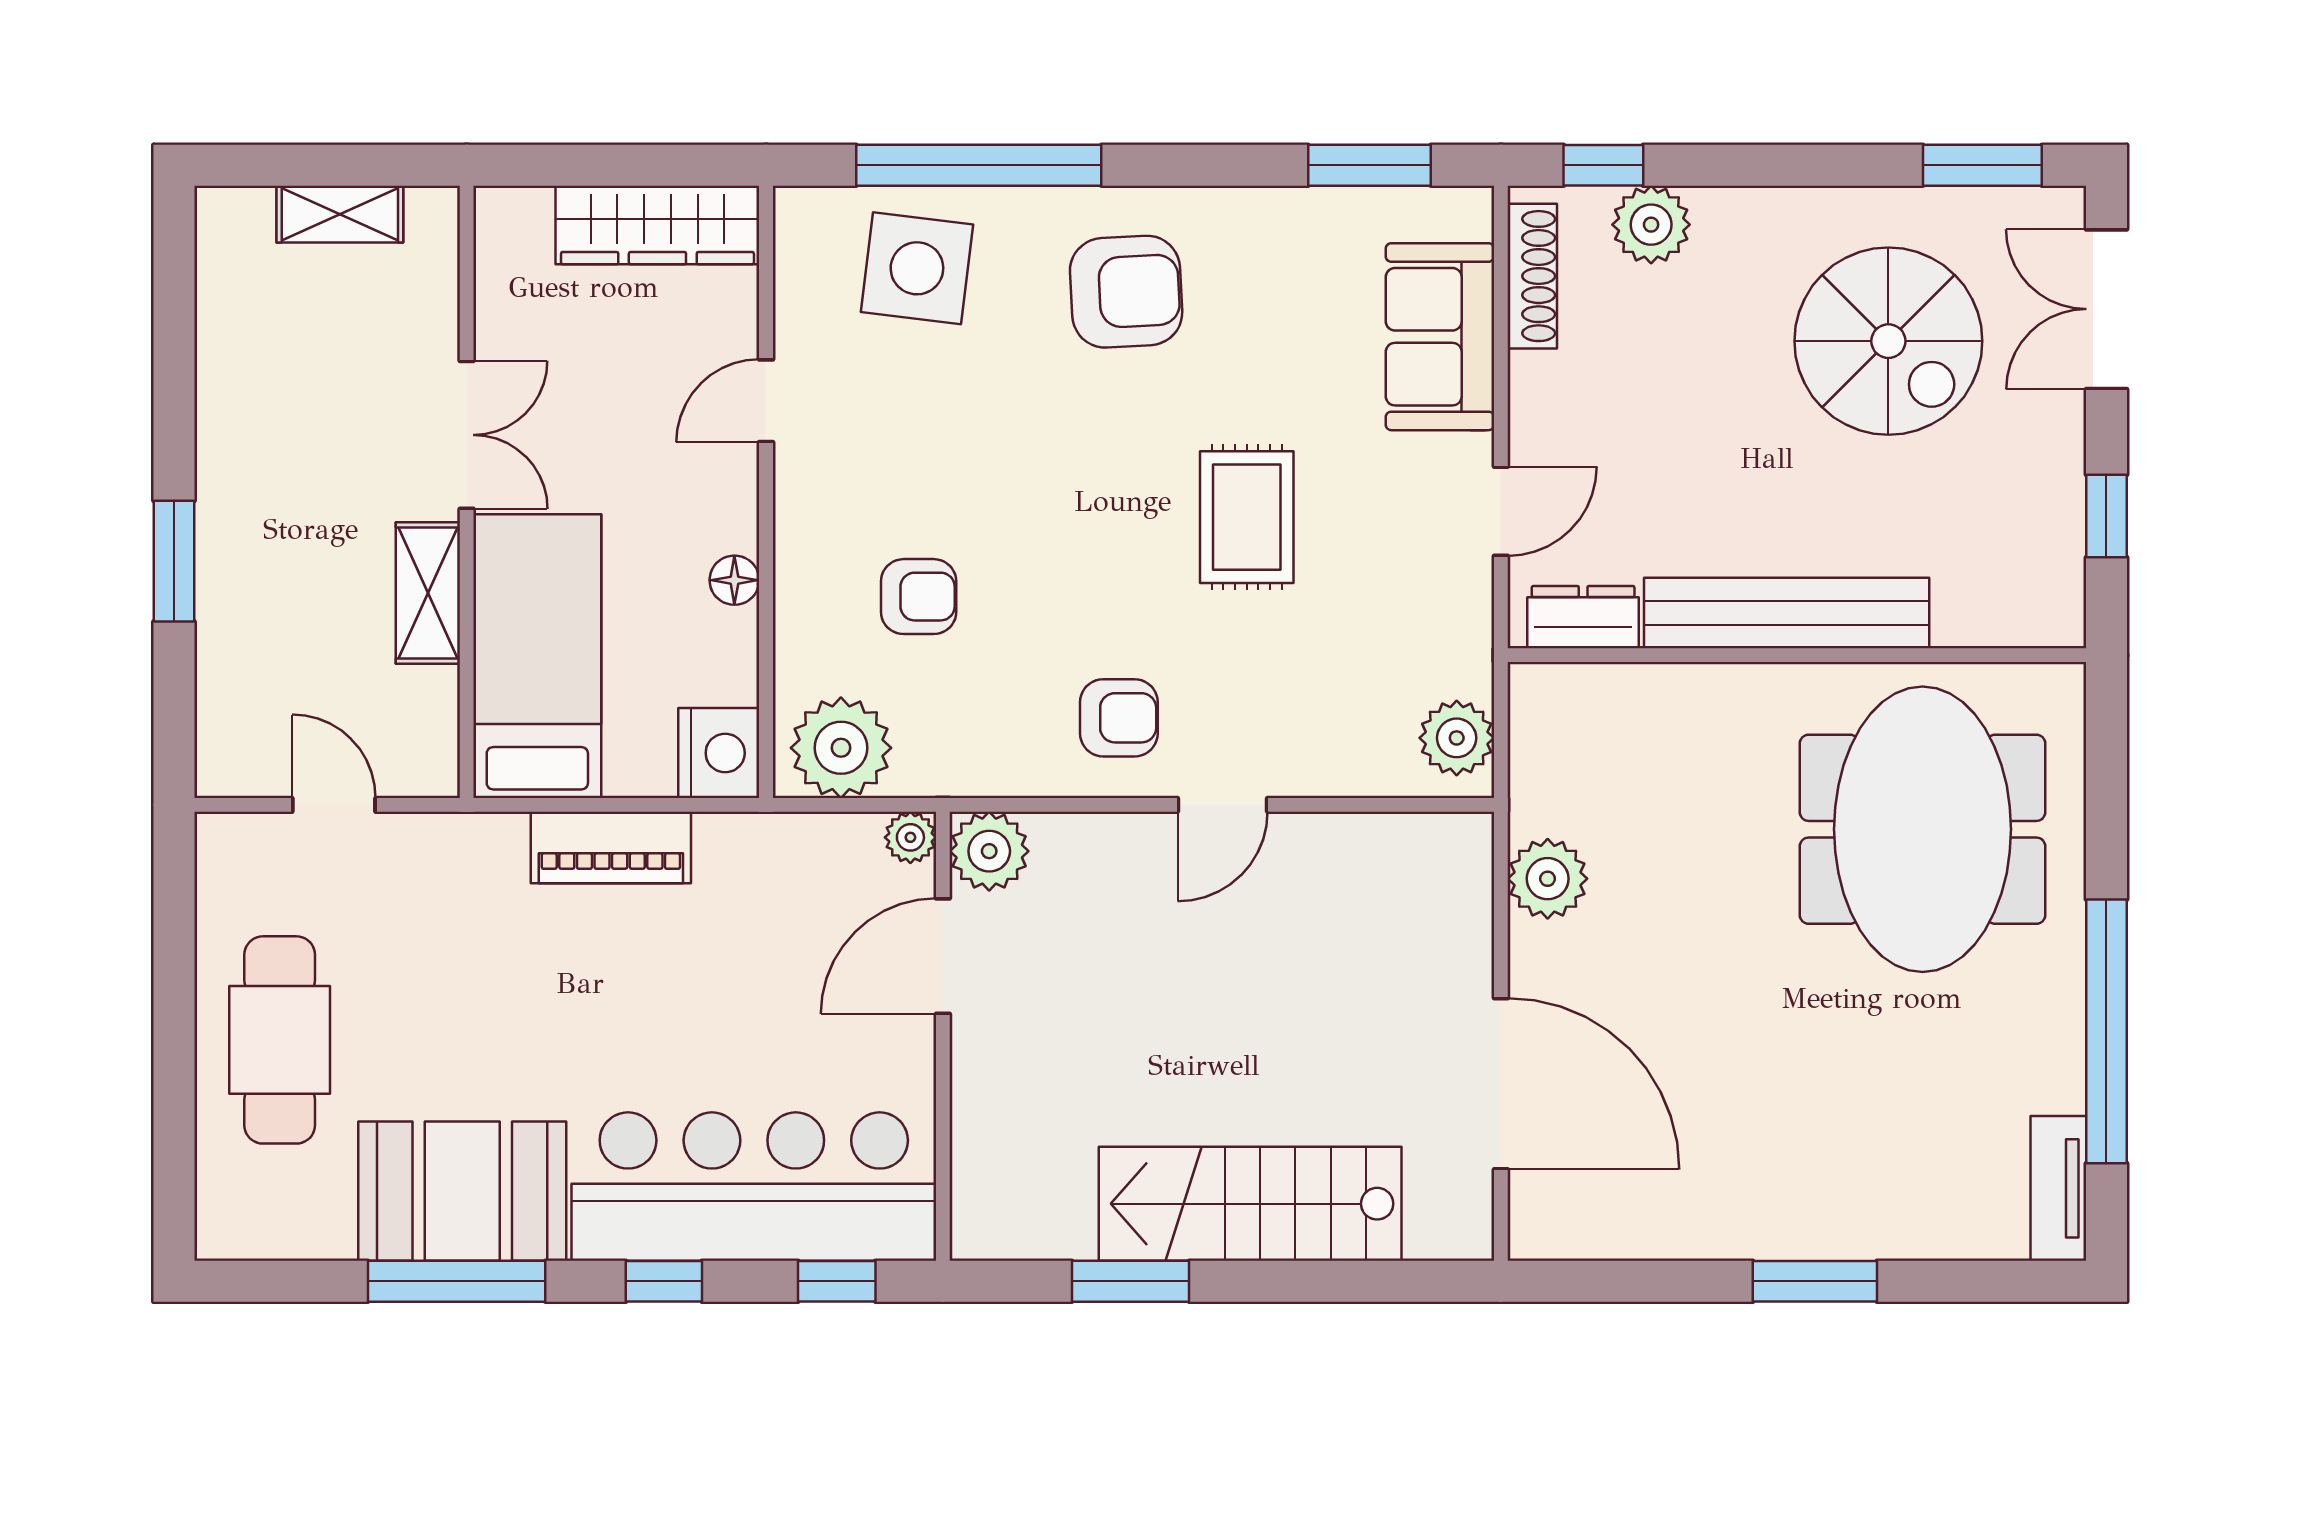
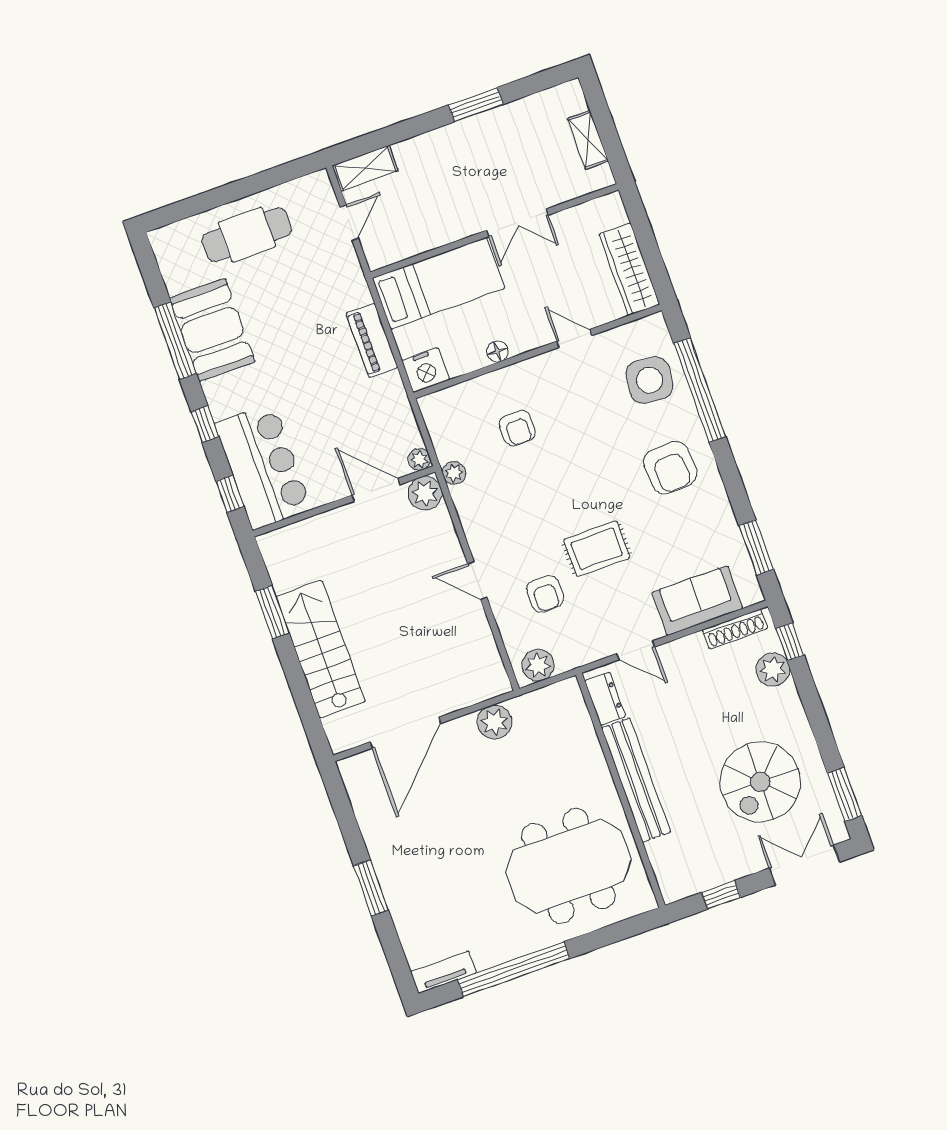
window: (174, 561) -> (476, 105), moved
shelving: (428, 593) -> (365, 168), moved
armchair: (1119, 718) -> (545, 594), moved
plant: (841, 748) -> (454, 473), moved, width x0.53, depth x0.53
bar counter: (754, 1186) -> (263, 466), width x0.73

